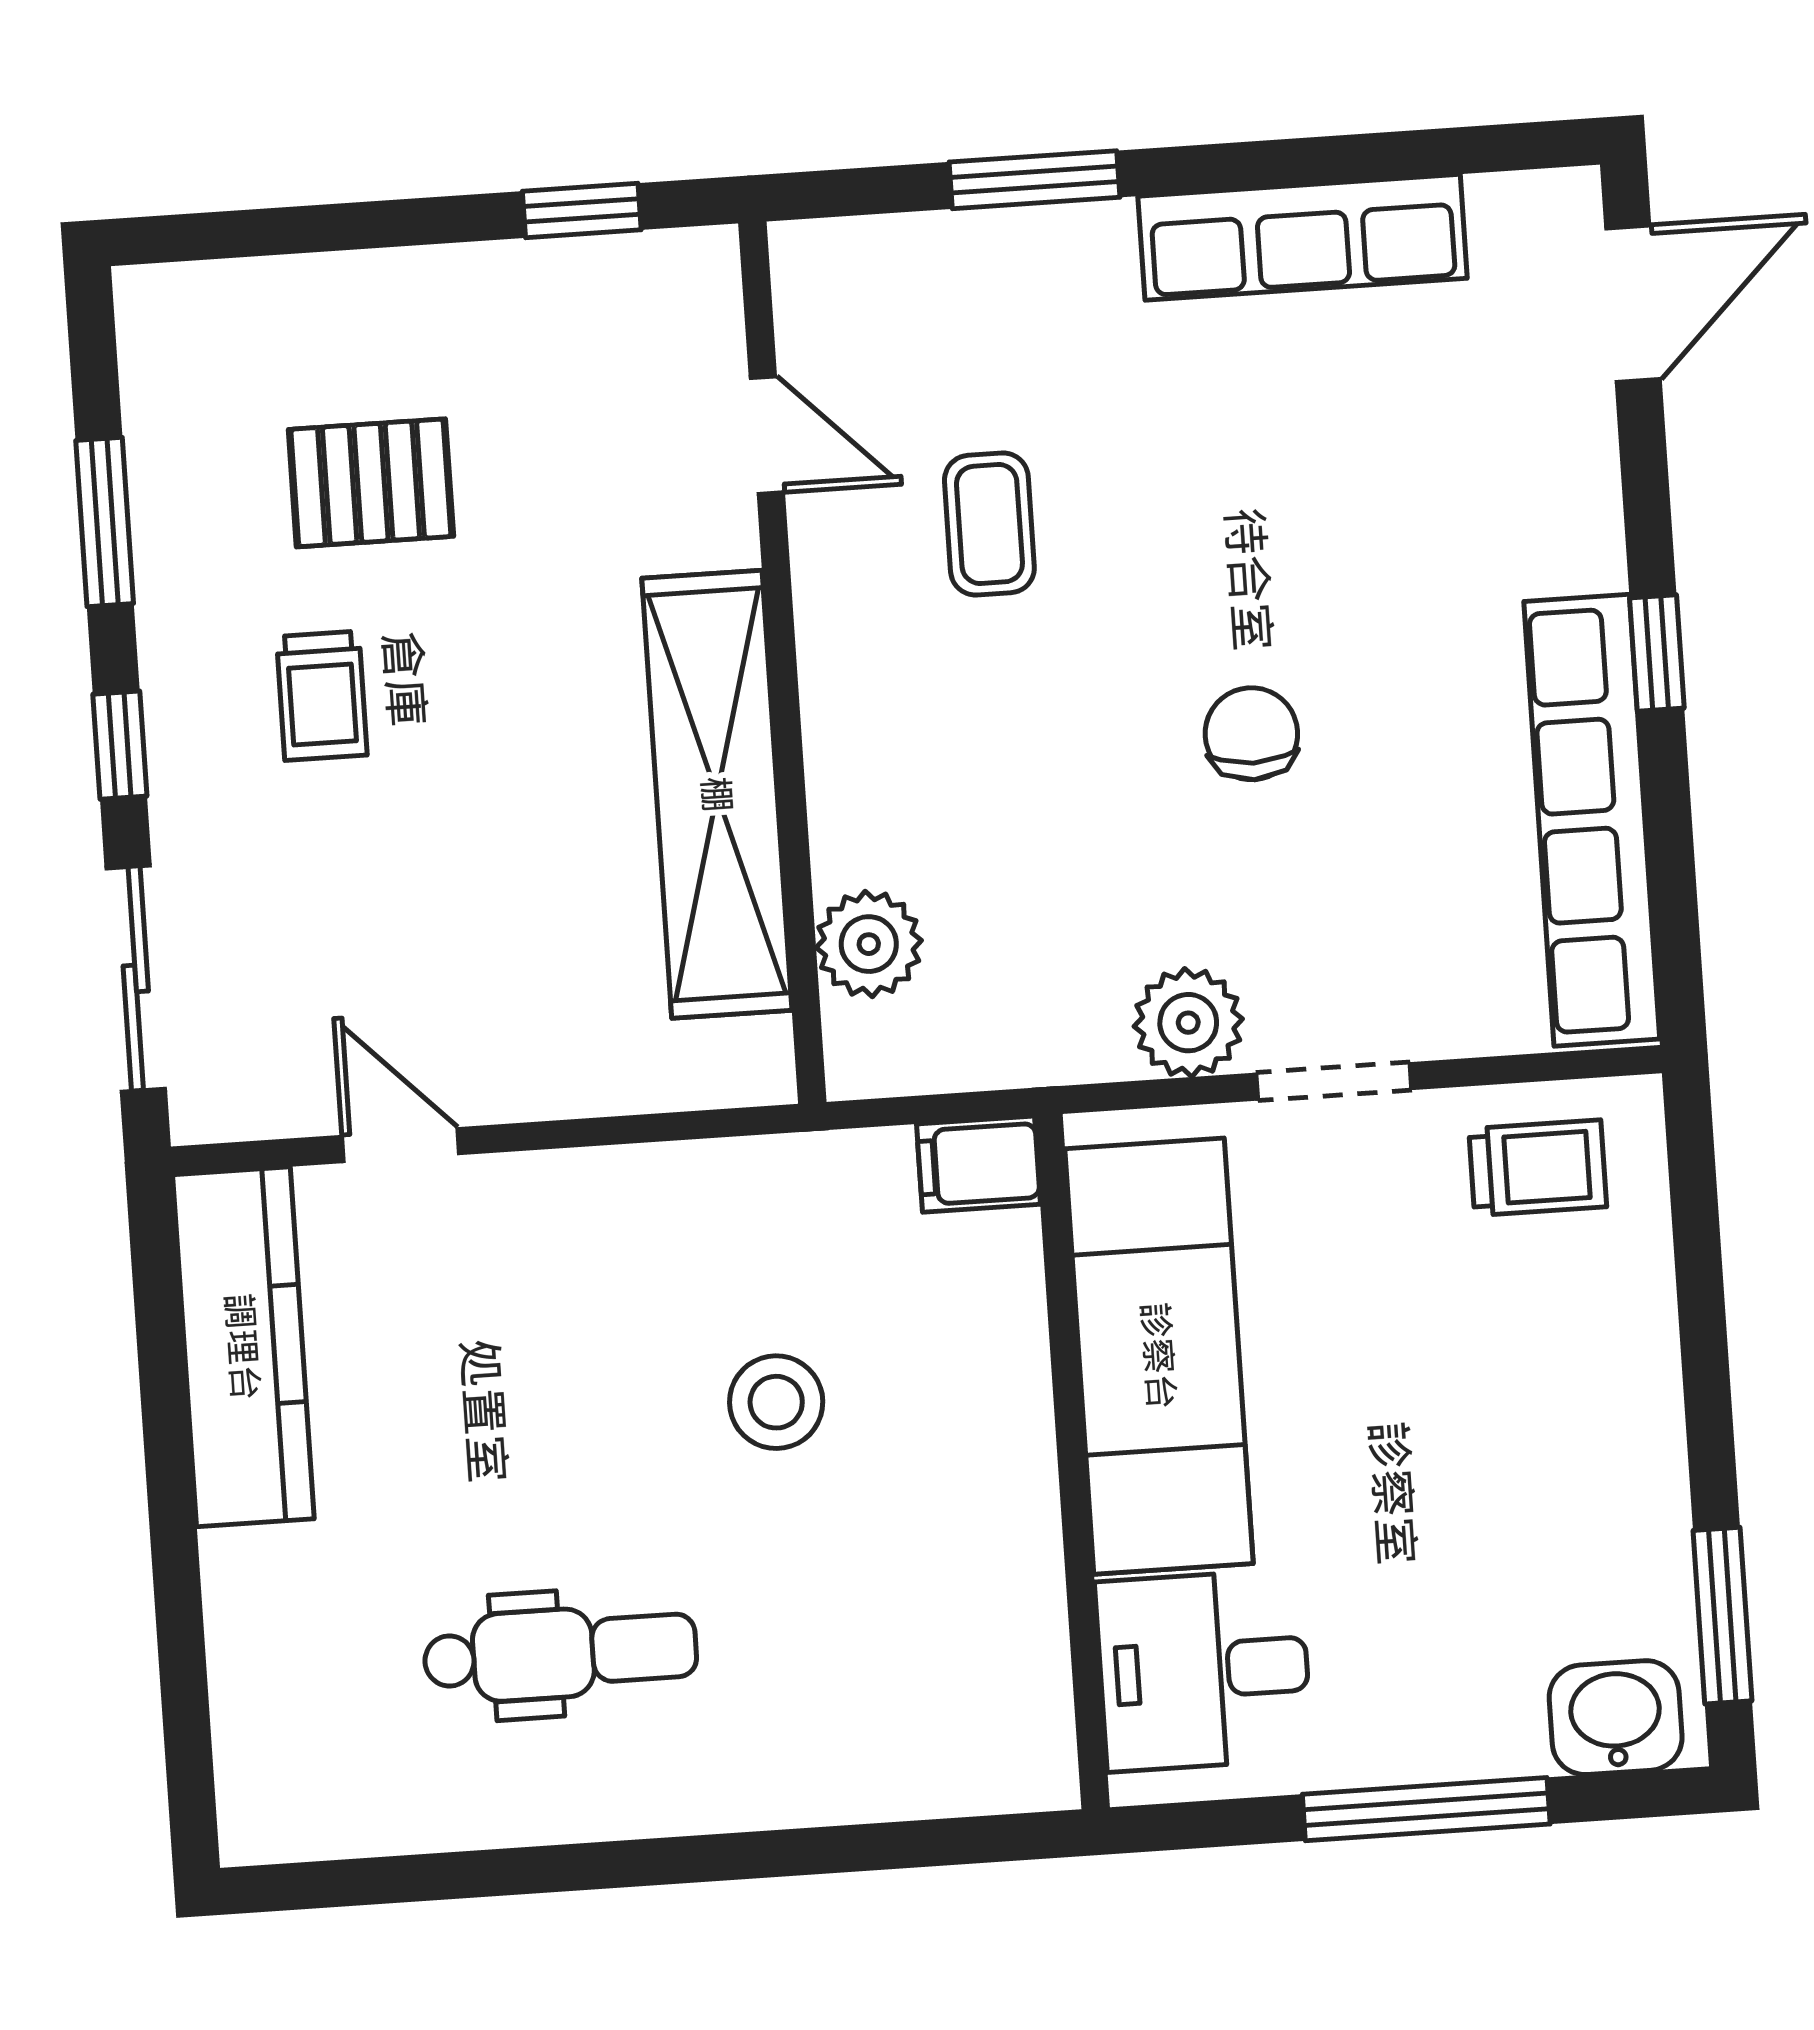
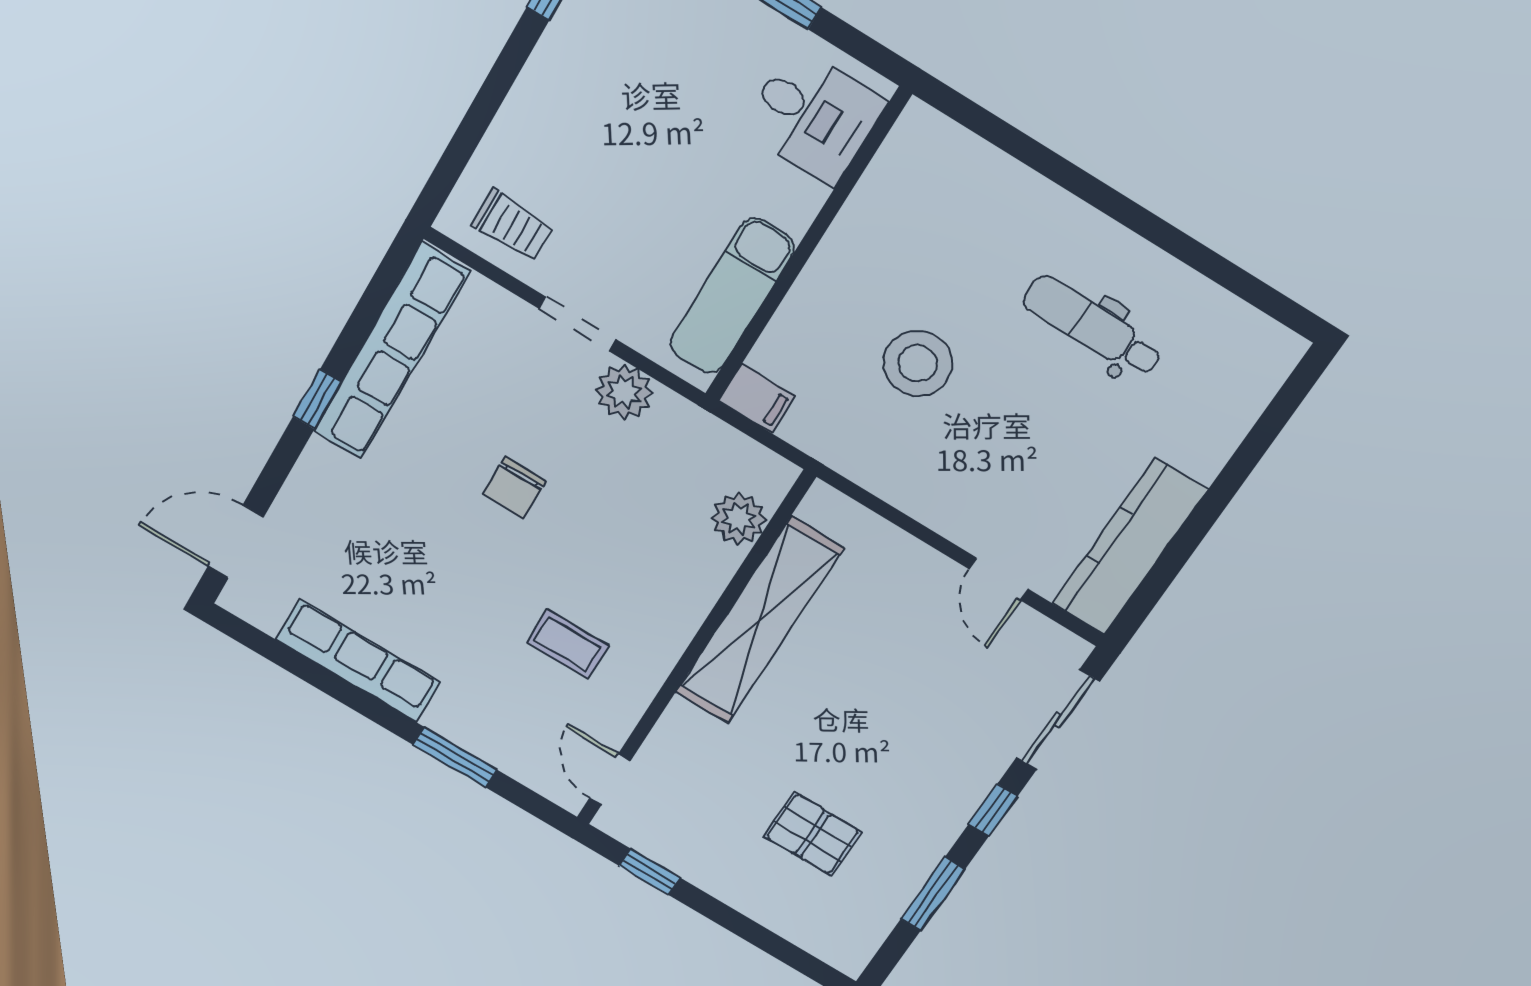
door: (767, 435) -> (610, 780), moved
coffee table: (989, 524) -> (567, 644), turned 90
trolley: (322, 696) -> (895, 771), removed
trolley: (1538, 1168) -> (513, 226), turned 180
exam couch: (1159, 1356) -> (732, 296), width x0.73, depth x0.69
stool: (776, 1402) -> (918, 363), width x1.38, depth x1.38

